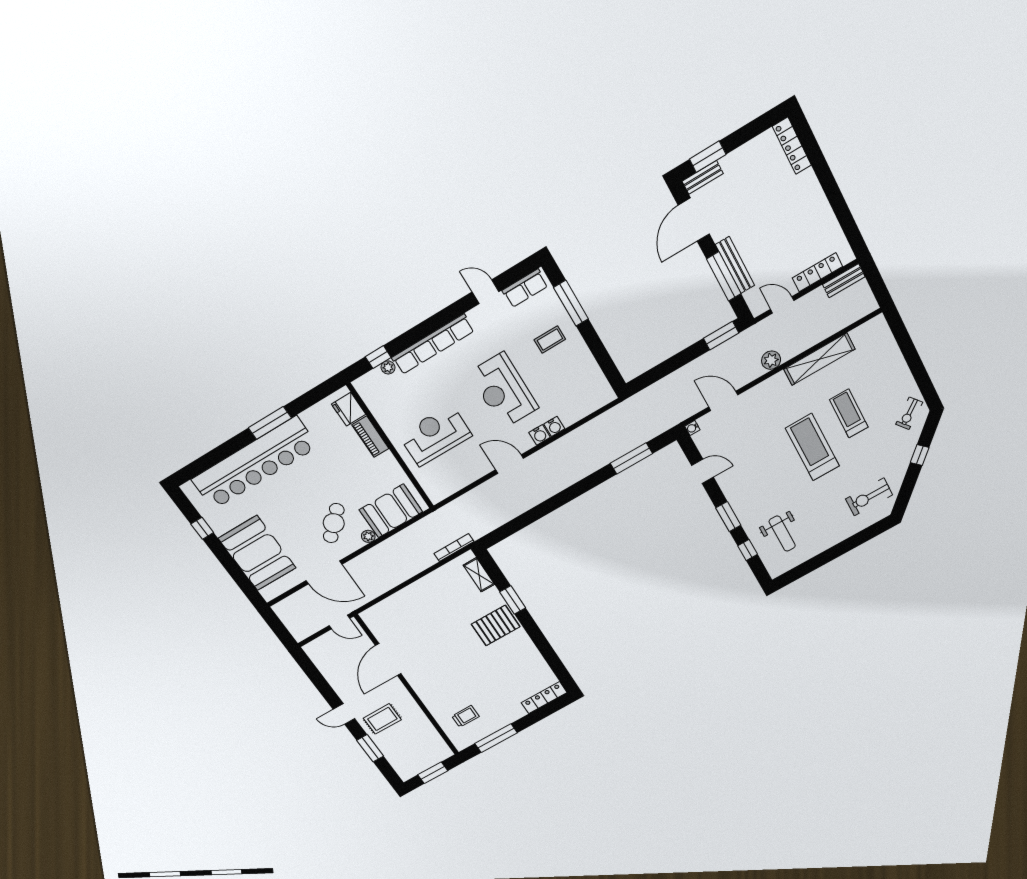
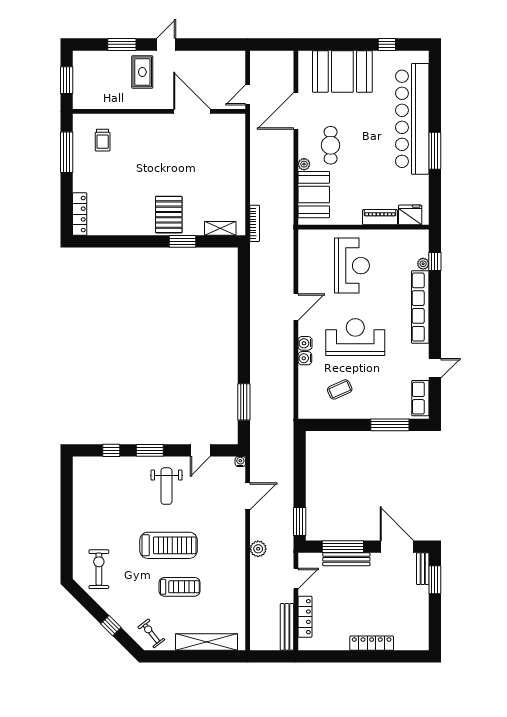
locker: (792, 146) -> (372, 643), moved
bench: (844, 281) -> (287, 627), width x1.36
coffee table: (550, 340) -> (340, 389), moved, turned 66
shelving: (819, 359) -> (207, 642), moved, turned 90
cafe table: (334, 523) -> (331, 145), turned 44
weight bench: (782, 534) -> (166, 486), moved, turned -90

